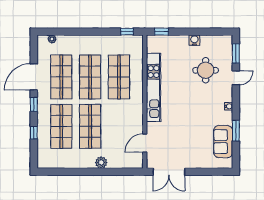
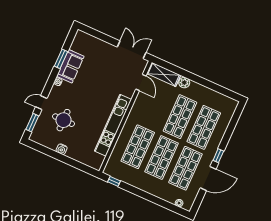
window: (161, 32) -> (86, 169), removed
window: (34, 133) -> (229, 132), removed
sofa: (223, 142) -> (70, 66), moved
door: (145, 143) -> (141, 83), hinge flipped
shelving: (126, 161) -> (164, 74), added

